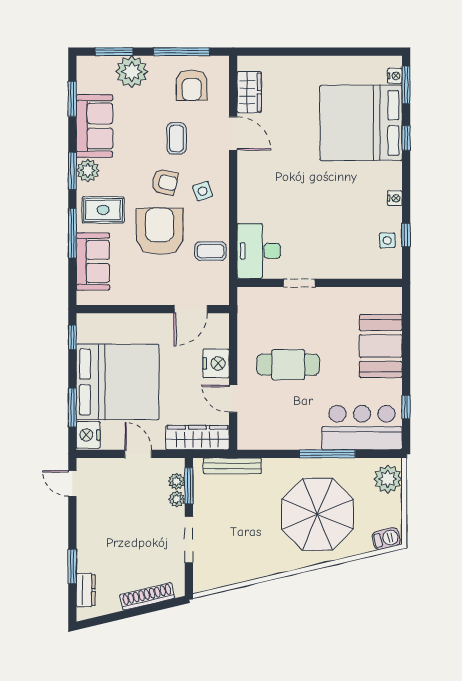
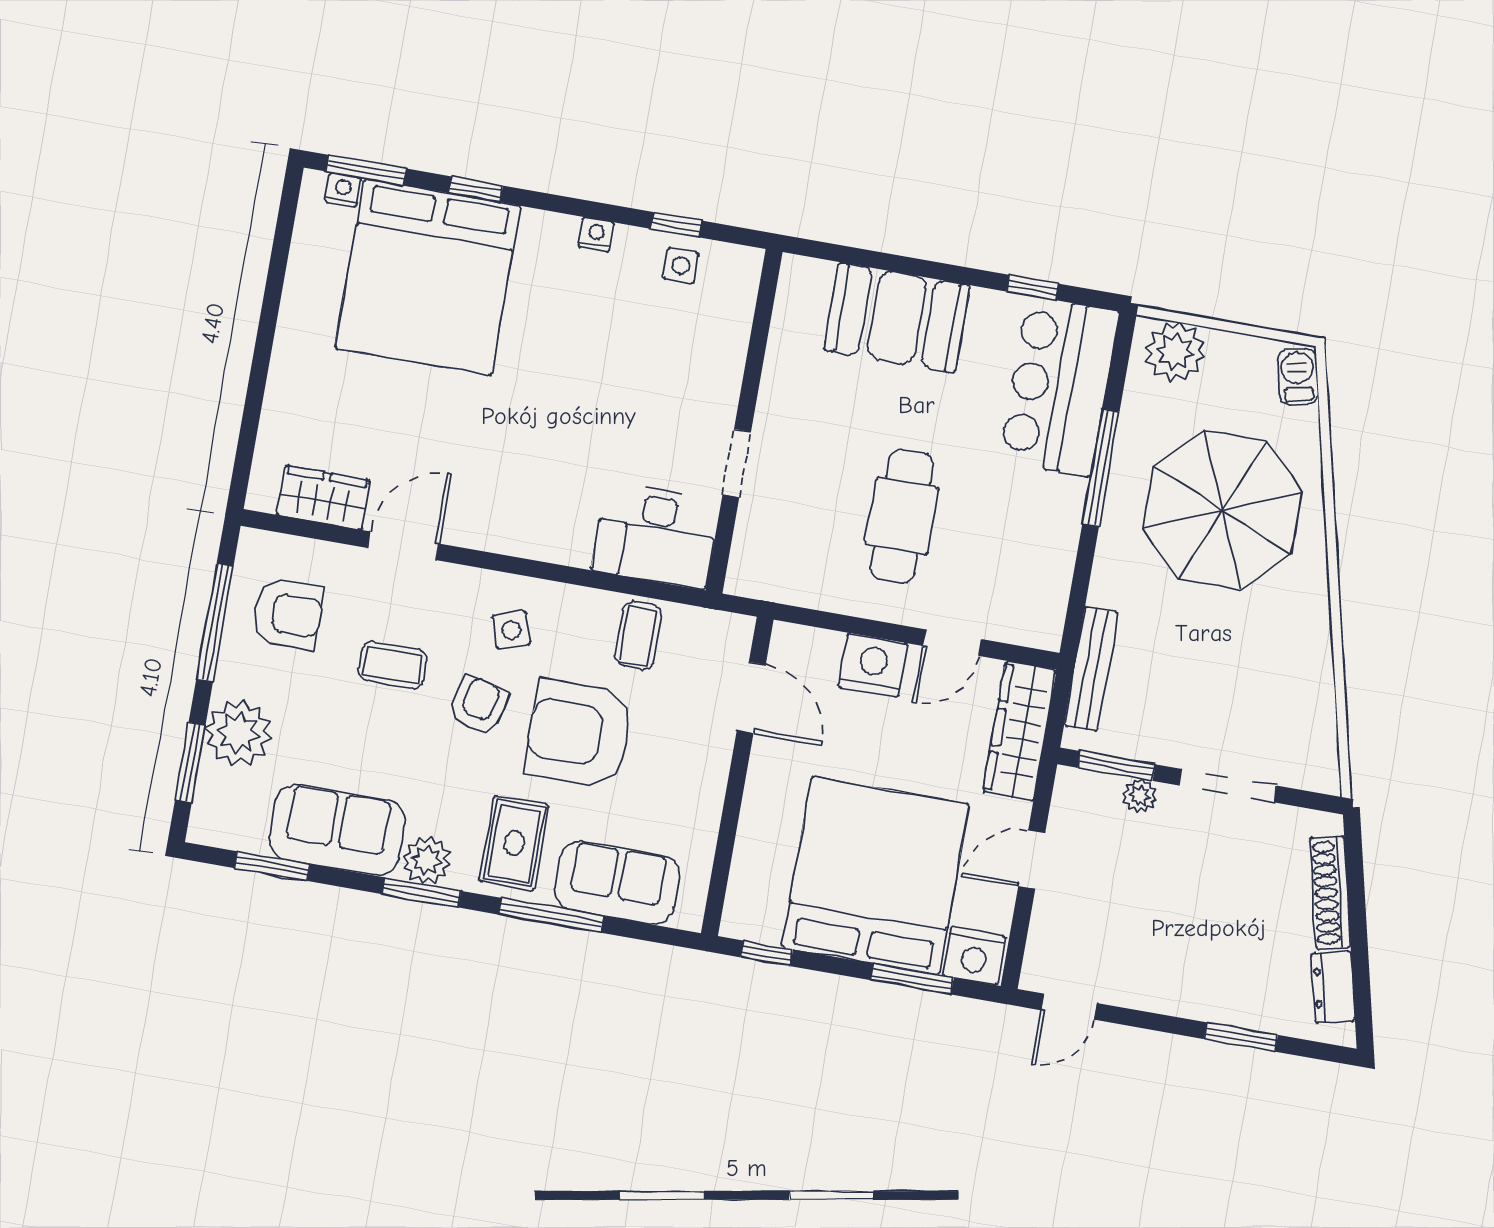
plant: (177, 481) -> (1103, 790), removed
dresser: (86, 590) -> (1333, 987), moved, turned -103

